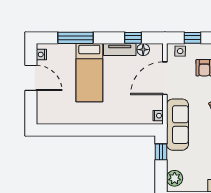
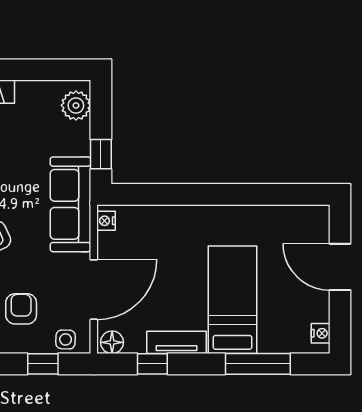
floor lamp: (143, 50) -> (112, 342), moved
door: (31, 78) -> (340, 267), moved

